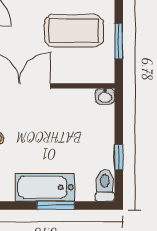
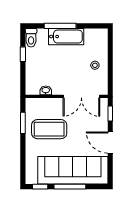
washbasin: (105, 96) -> (46, 90), moved
window: (56, 205) -> (60, 26), width x1.44

